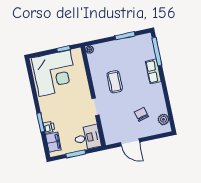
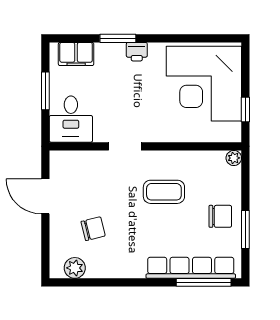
chair: (121, 50) -> (220, 216), added
row of seats: (153, 71) -> (191, 268), width x2.02
printer: (49, 127) -> (137, 52), moved
door: (130, 142) -> (45, 196), hinge flipped

